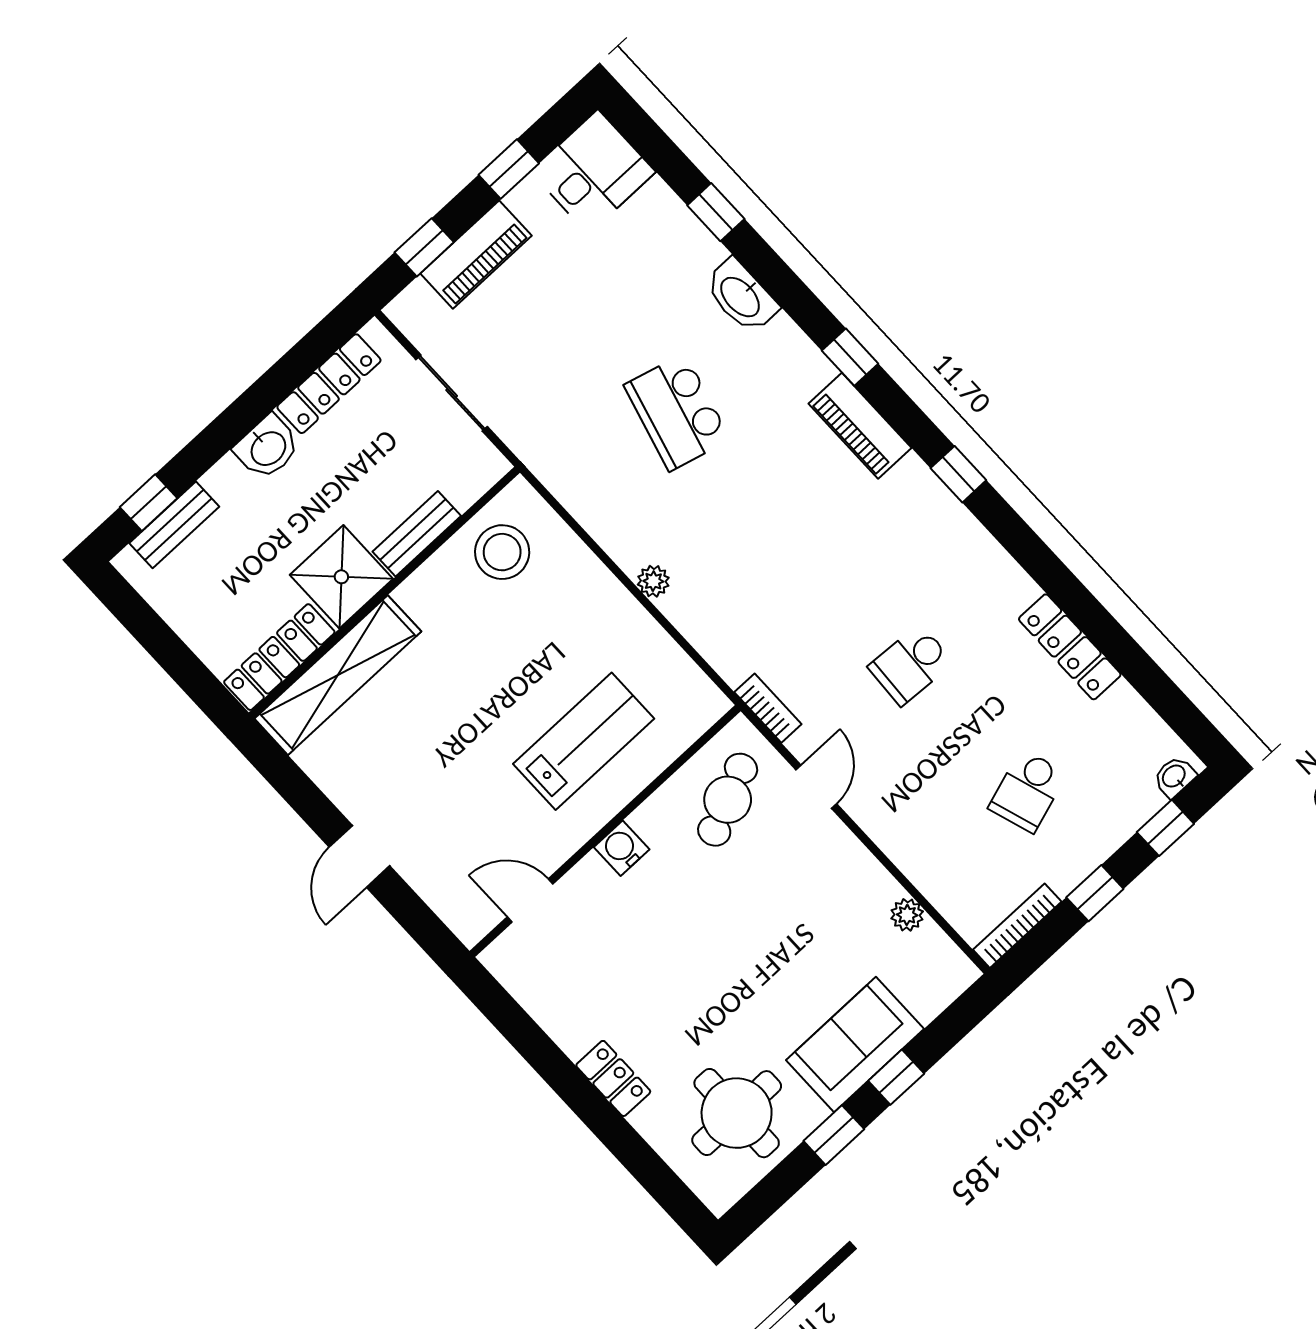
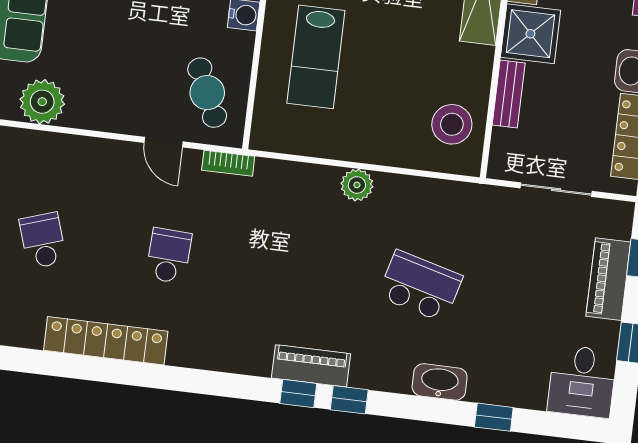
window: (958, 474) -> (298, 394), moved
plant: (653, 581) -> (357, 185), width x1.38, depth x1.38
locker: (1070, 647) -> (106, 341), width x1.41, depth x1.21
plant: (907, 915) -> (42, 102), width x1.88, depth x1.88

